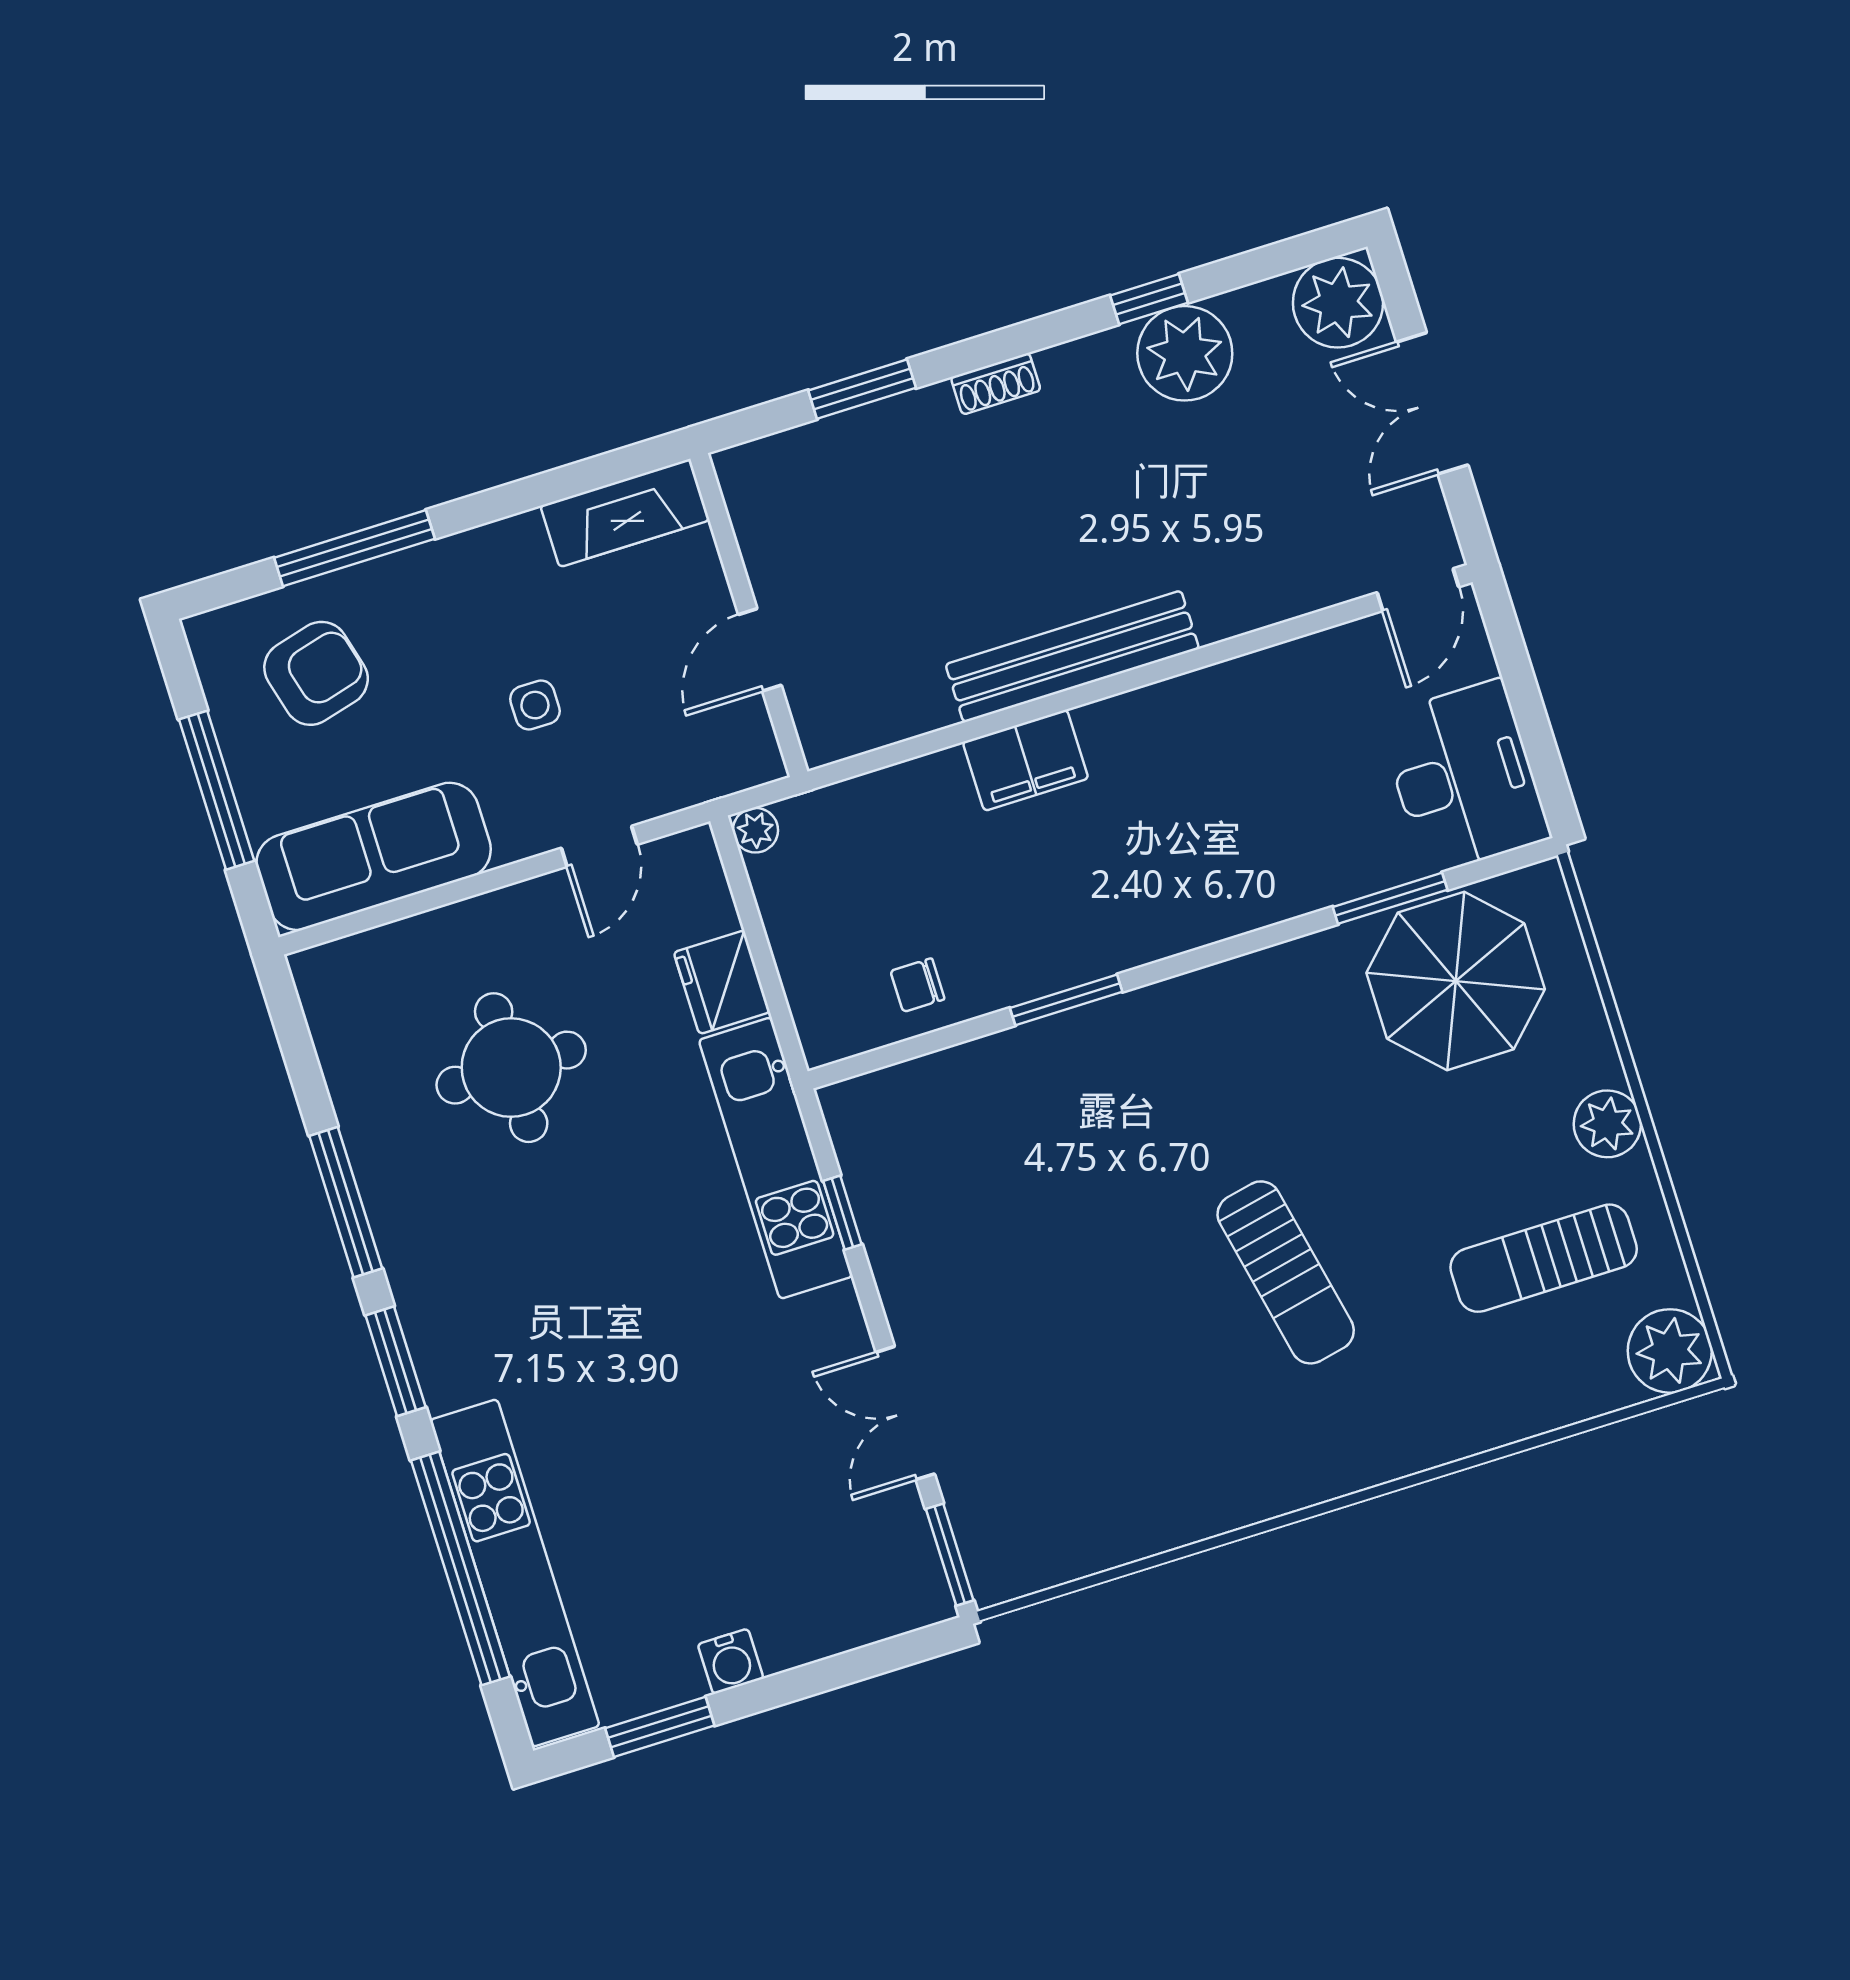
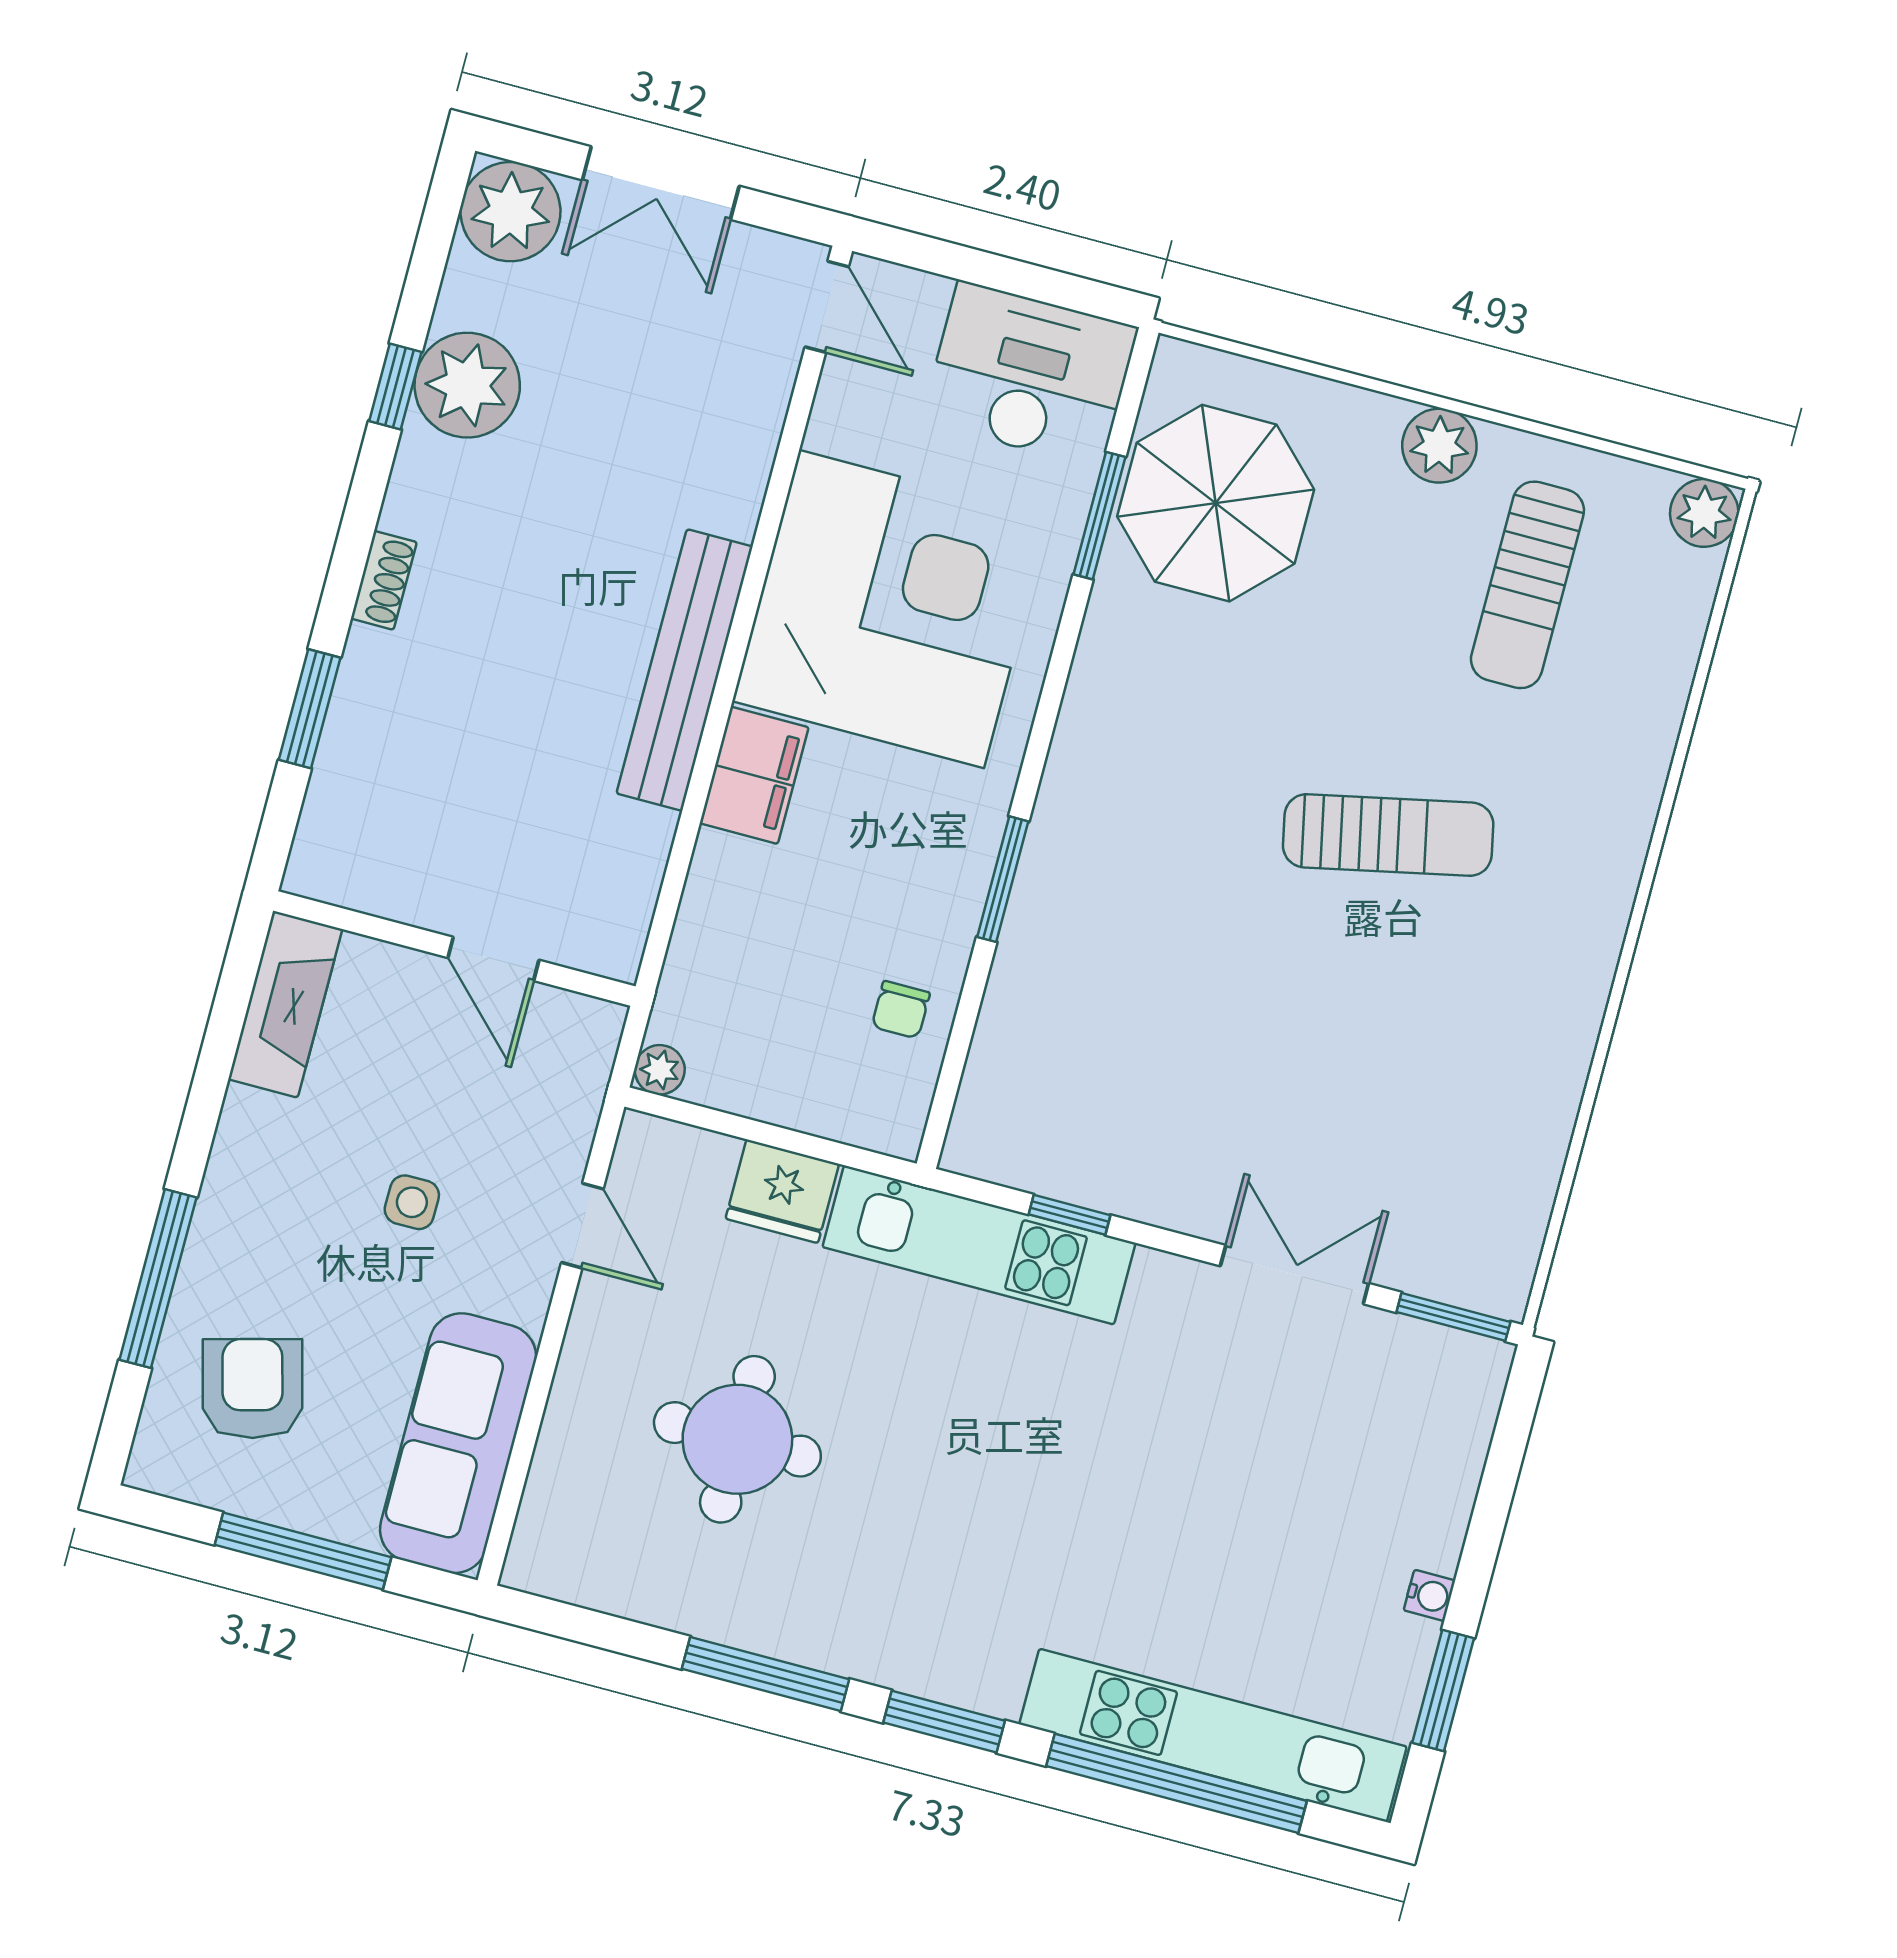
corner desk: (1219, 785) -> (891, 609), added
plant: (1670, 1351) -> (1704, 513), width x0.73, depth x0.73
double door: (905, 1413) -> (1295, 1275), swing flipped
water cooler: (731, 1661) -> (1429, 1595), width x0.72, depth x0.72

